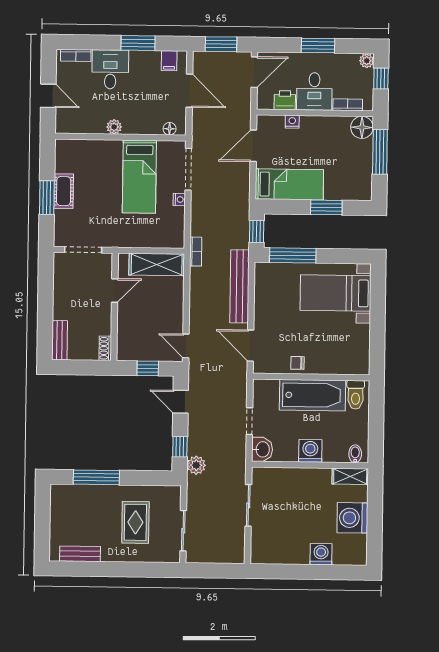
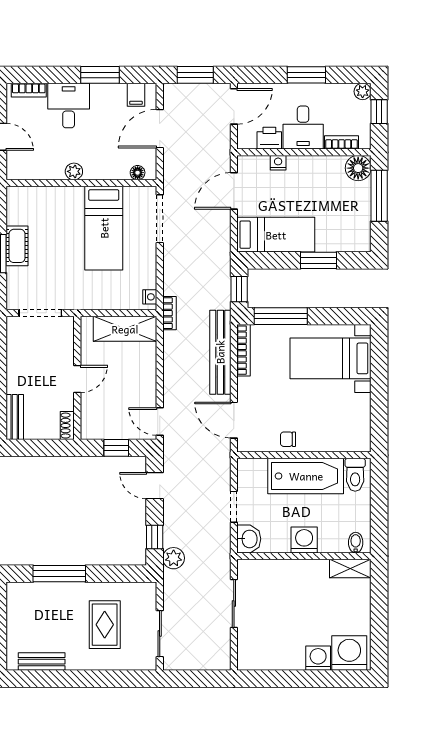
door: (189, 91) -> (160, 129), swing flipped
nightstand: (179, 199) -> (150, 297), moved
bookcase: (260, 285) -> (244, 350), added
door: (115, 290) -> (77, 379), moved
washing machine: (352, 518) -> (349, 653), moved, turned 90

